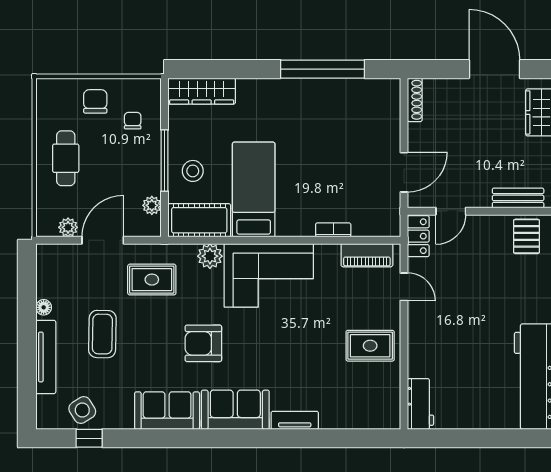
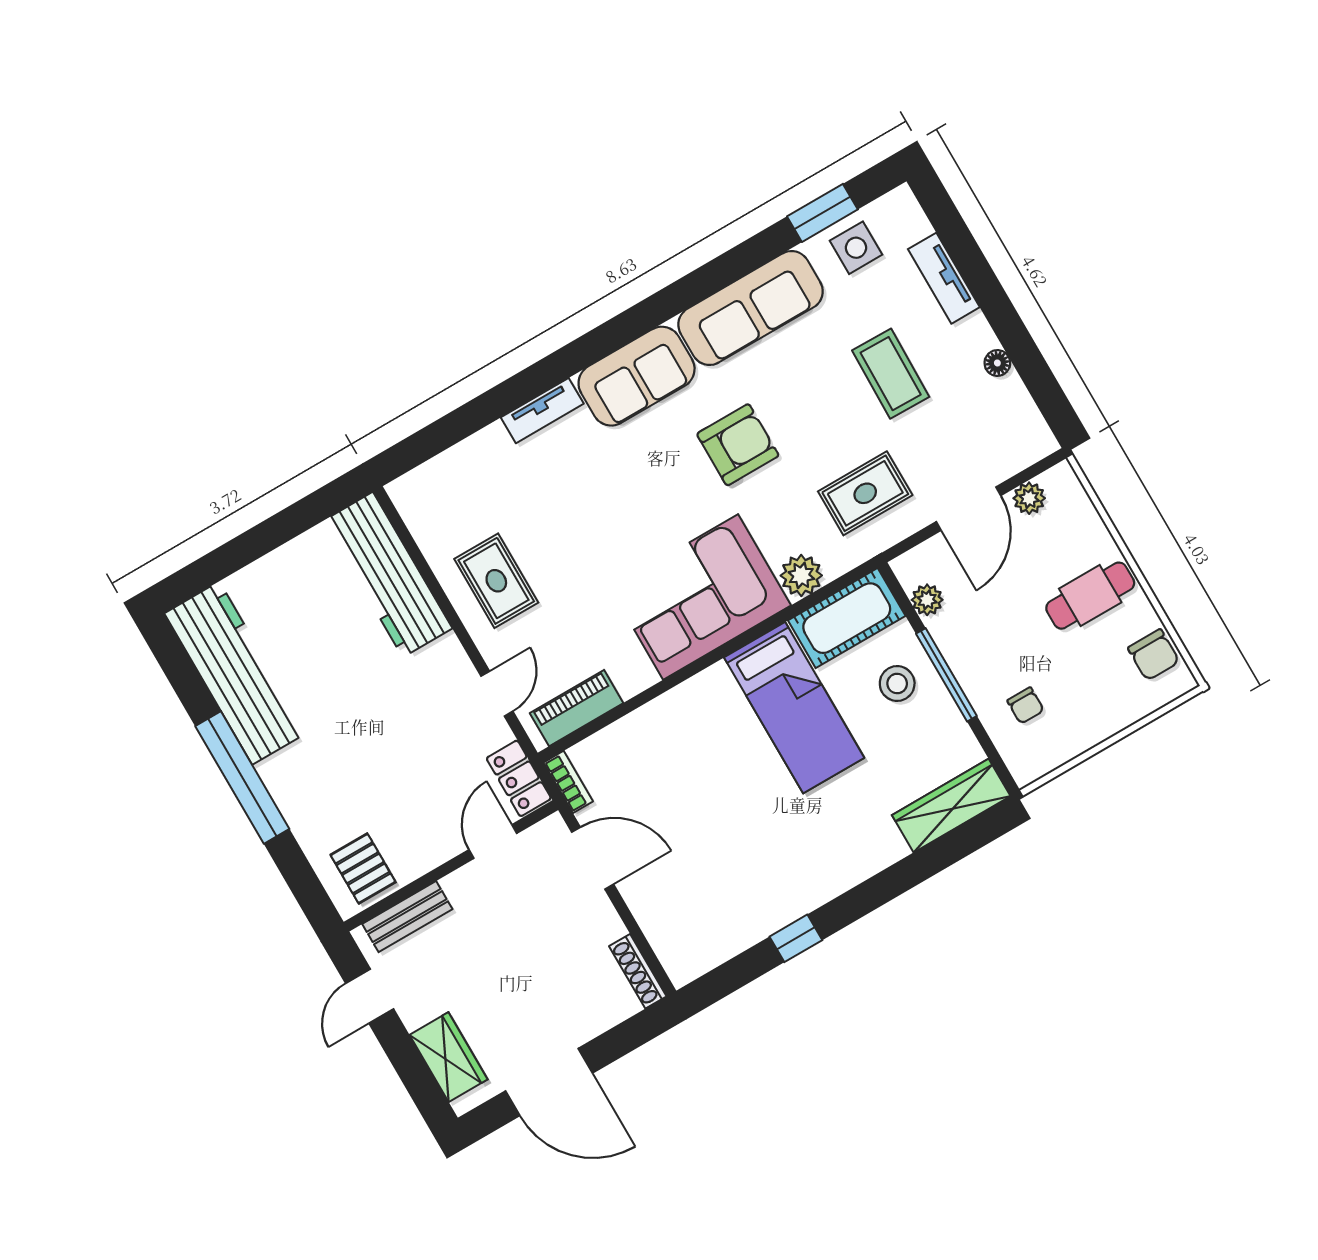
window: (323, 69) -> (796, 938), width x0.32
chair: (95, 101) -> (1154, 655), moved
cafe table: (66, 158) -> (1090, 596), turned 90
door: (404, 172) -> (593, 858), swing flipped
bookcase: (333, 230) -> (568, 782), moved, turned -90
door: (404, 287) -> (497, 694), swing flipped
rug: (370, 346) -> (496, 581), turned 90
tv unit: (46, 357) -> (944, 278), width x0.71
workbench: (420, 404) -> (388, 575), width x1.88, depth x1.32
side table: (82, 410) -> (856, 248), turned 32
sofa: (167, 411) -> (751, 308), width x1.36
window: (89, 438) -> (822, 213), width x1.50

